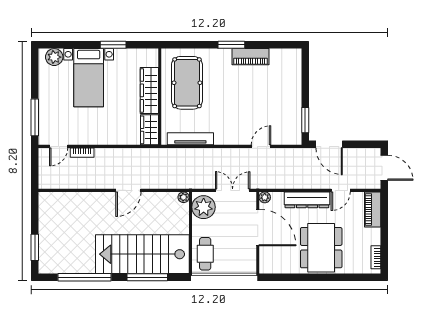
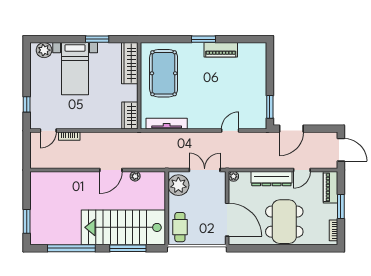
wardrobe: (149, 90) -> (130, 63), moved
window: (35, 117) -> (27, 104), width x0.46
door: (329, 144) -> (291, 129), hinge flipped
plant: (184, 197) -> (135, 176), moved
door: (258, 228) -> (227, 220), moved
window: (384, 231) -> (341, 206), added

